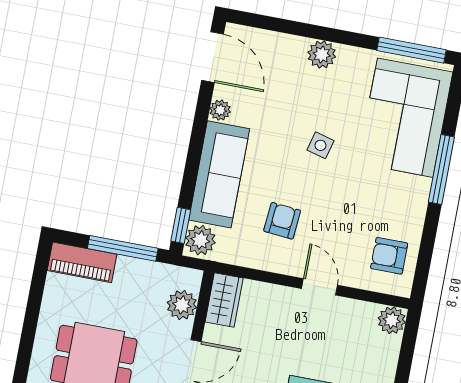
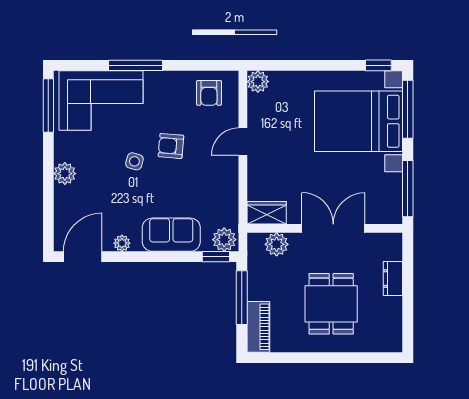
sofa: (219, 174) -> (171, 235), width x0.73
armchair: (282, 221) -> (171, 146), moved

